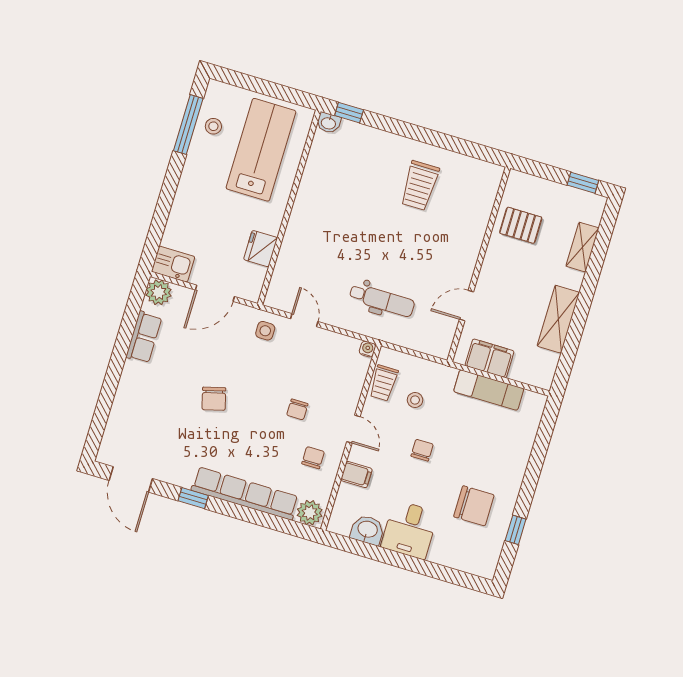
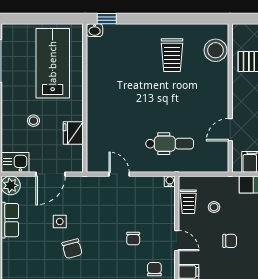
stool: (213, 126) -> (33, 121), moved
stool: (478, 196) -> (216, 50), added
side table: (265, 331) -> (60, 222), moved
chair: (422, 450) -> (230, 241), turned 90

